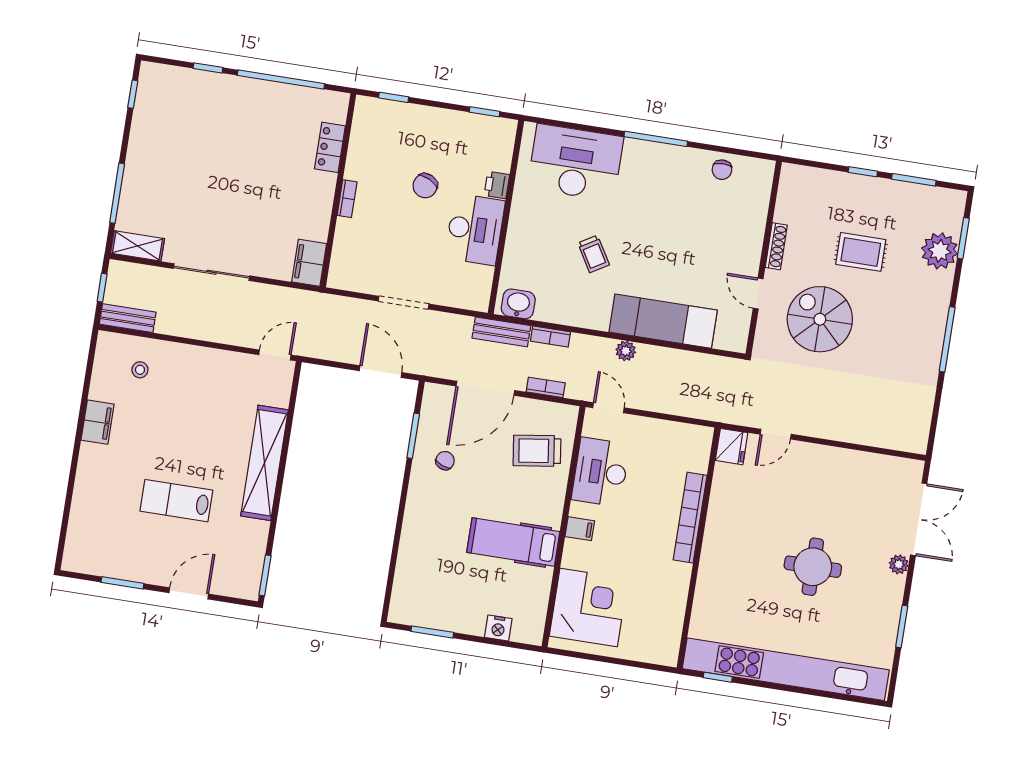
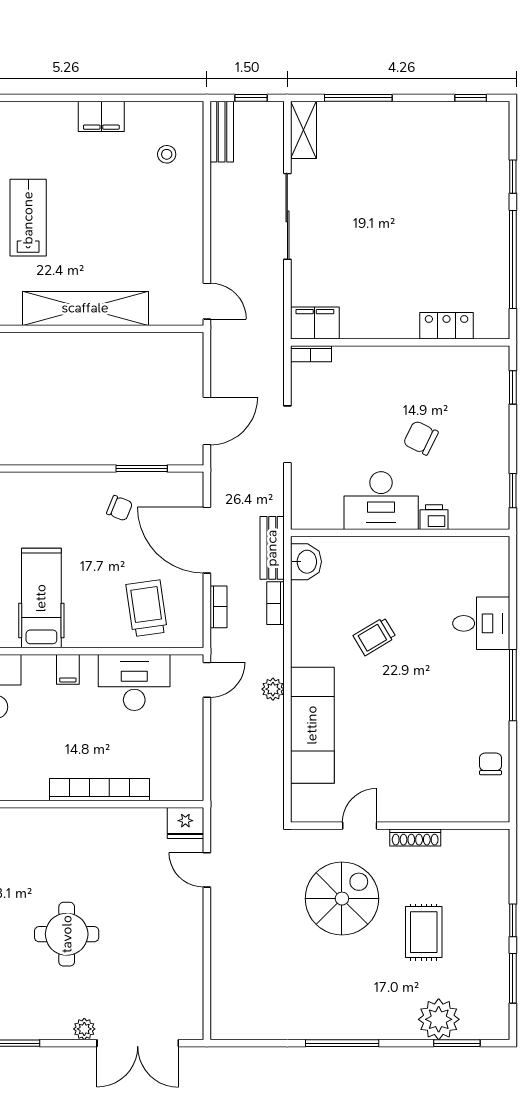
desk: (575, 162) -> (481, 623), width x0.53, depth x0.77
chair: (722, 170) -> (490, 764), turned 90
bookcase: (347, 199) -> (311, 354), moved

